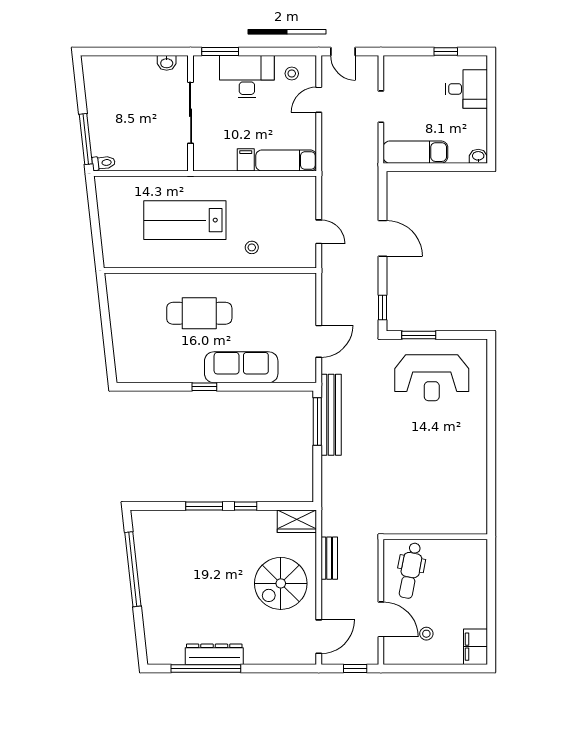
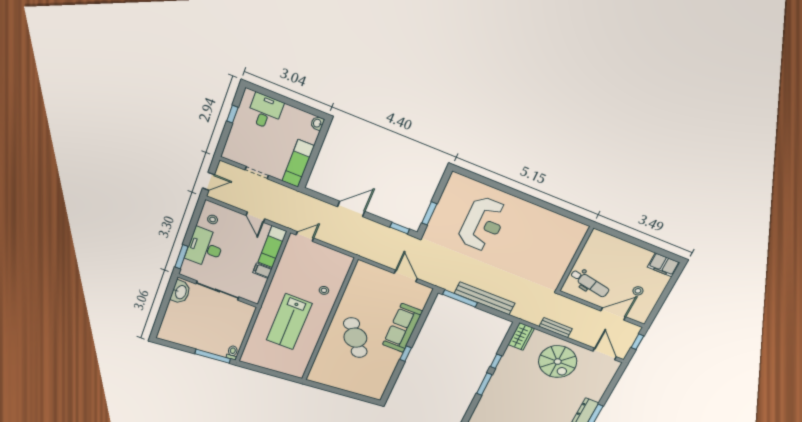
washbasin: (167, 63) -> (180, 292), width x1.91, depth x1.45
door: (319, 100) -> (255, 217), moved
door: (319, 232) -> (305, 237), moved
cafe table: (199, 313) -> (355, 338), turned -34
reception desk: (432, 378) -> (483, 224), moved
bench: (331, 415) -> (485, 298), moved

